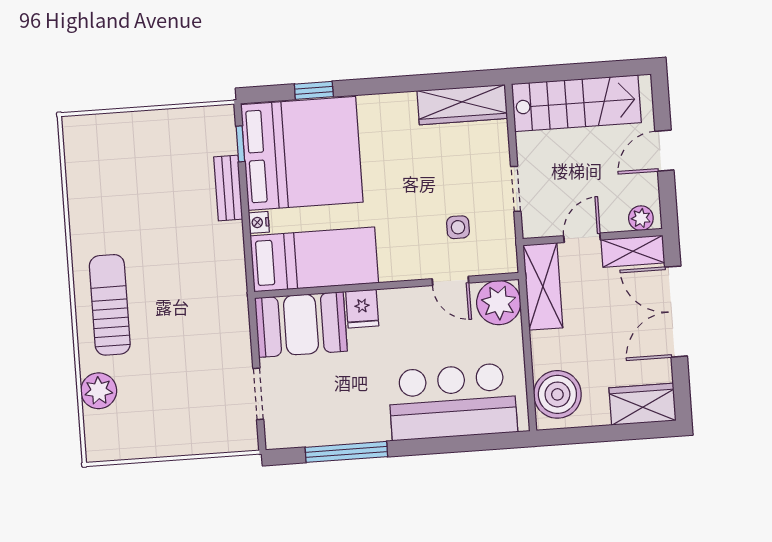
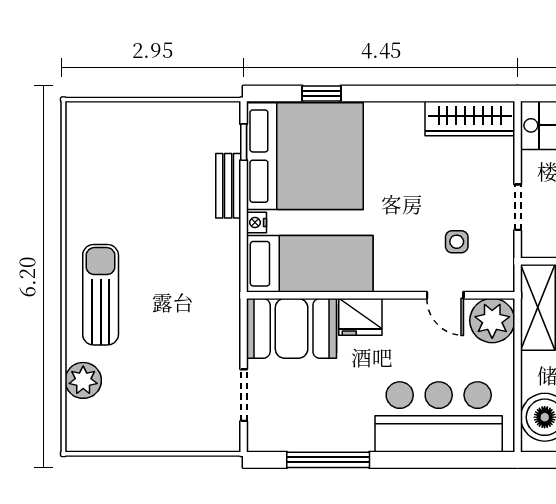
fridge: (362, 309) -> (360, 317), width x1.38

